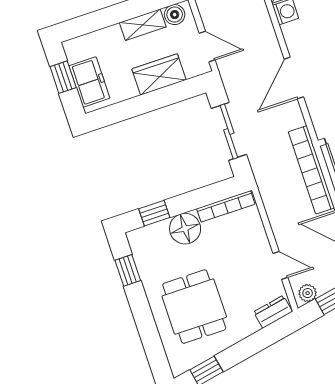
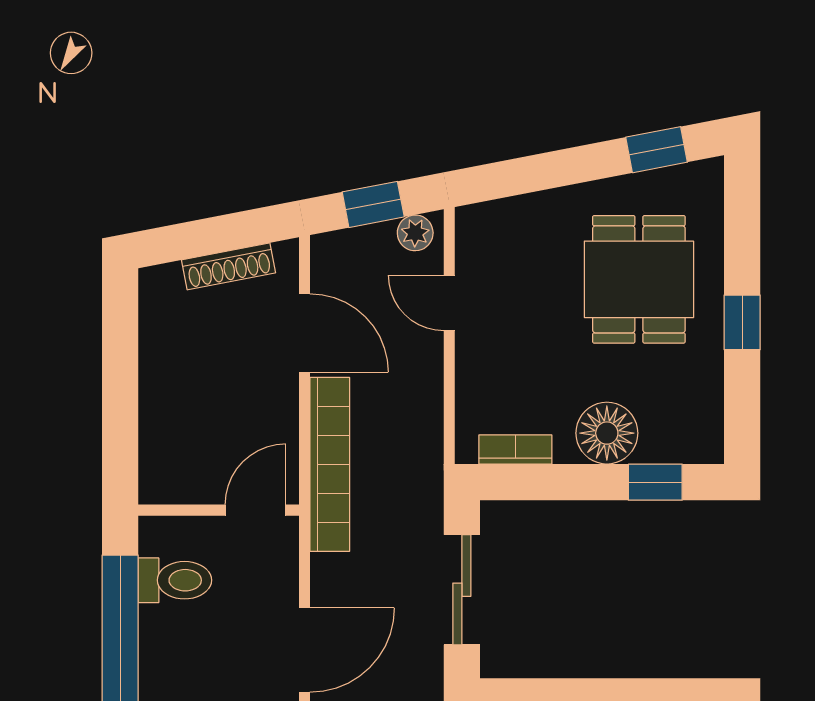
bookcase: (226, 206) -> (515, 449), width x0.64
window: (128, 270) -> (742, 322), moved
dresser: (273, 312) -> (493, 219), removed

